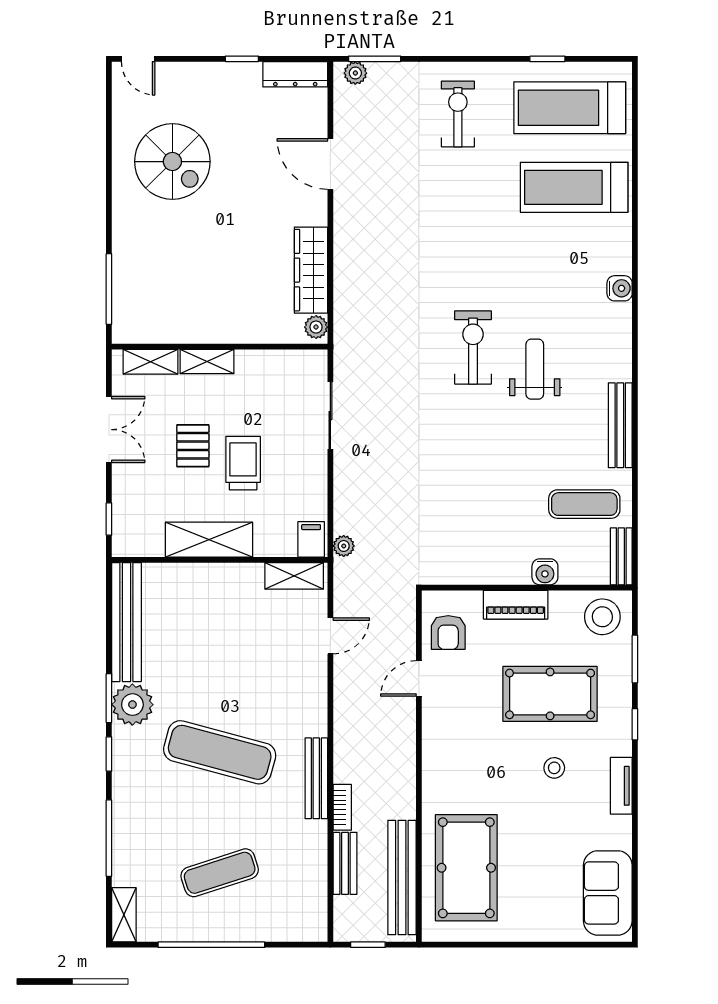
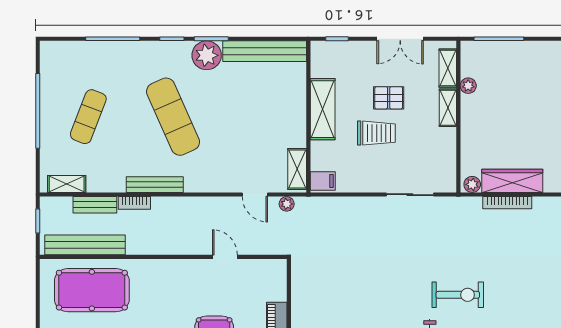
bookcase: (342, 277) -> (507, 203), added
plant: (176, 333) -> (468, 86), added
plant: (344, 546) -> (287, 204), moved
armchair: (448, 632) -> (257, 277), removed
exercise mat: (220, 752) -> (173, 117), turned -39
exercise mat: (220, 873) -> (88, 117), turned 39
shelving: (124, 915) -> (67, 184), moved

